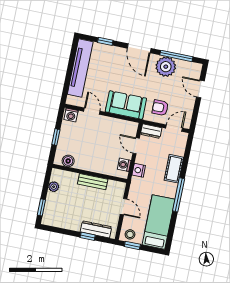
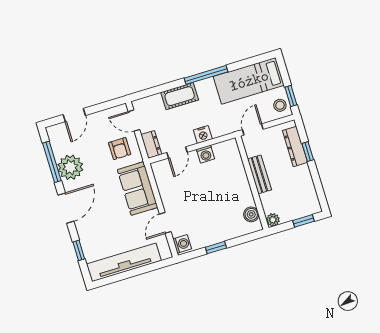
boiler: (68, 161) -> (251, 214), moved
wall: (90, 173) -> (252, 183), moved
bench: (93, 182) -> (259, 174), moved

